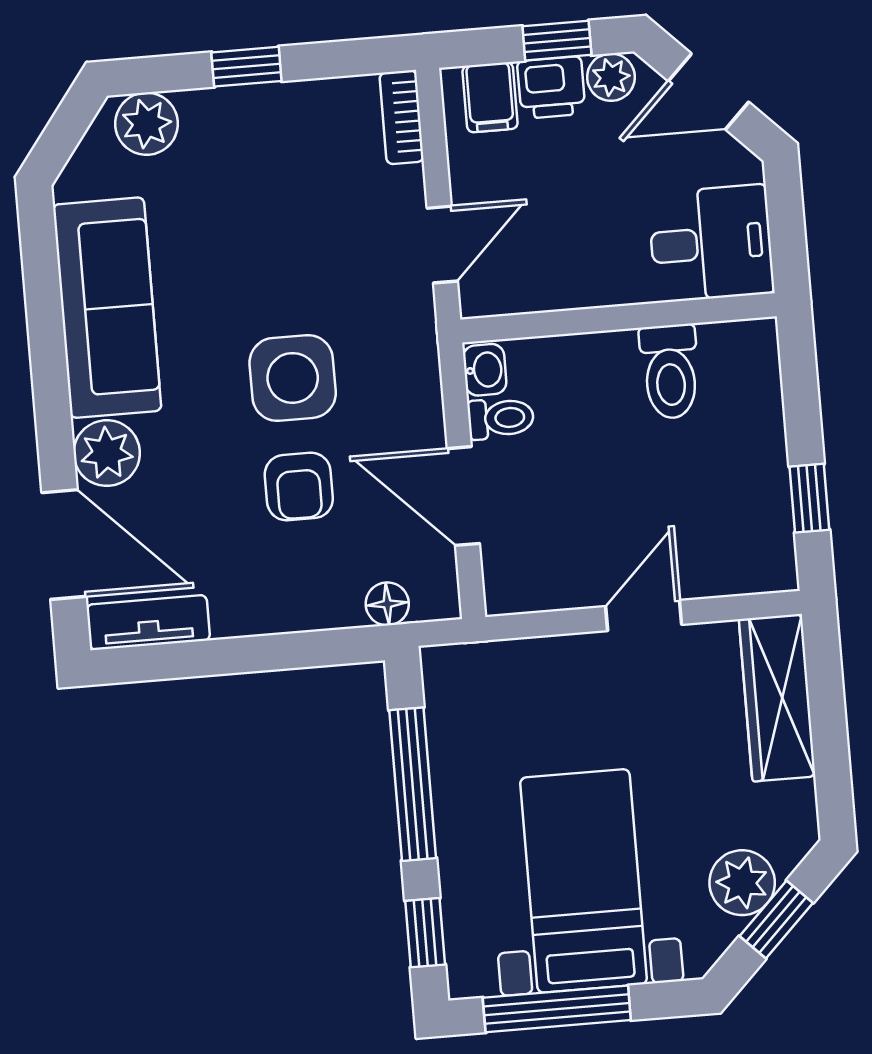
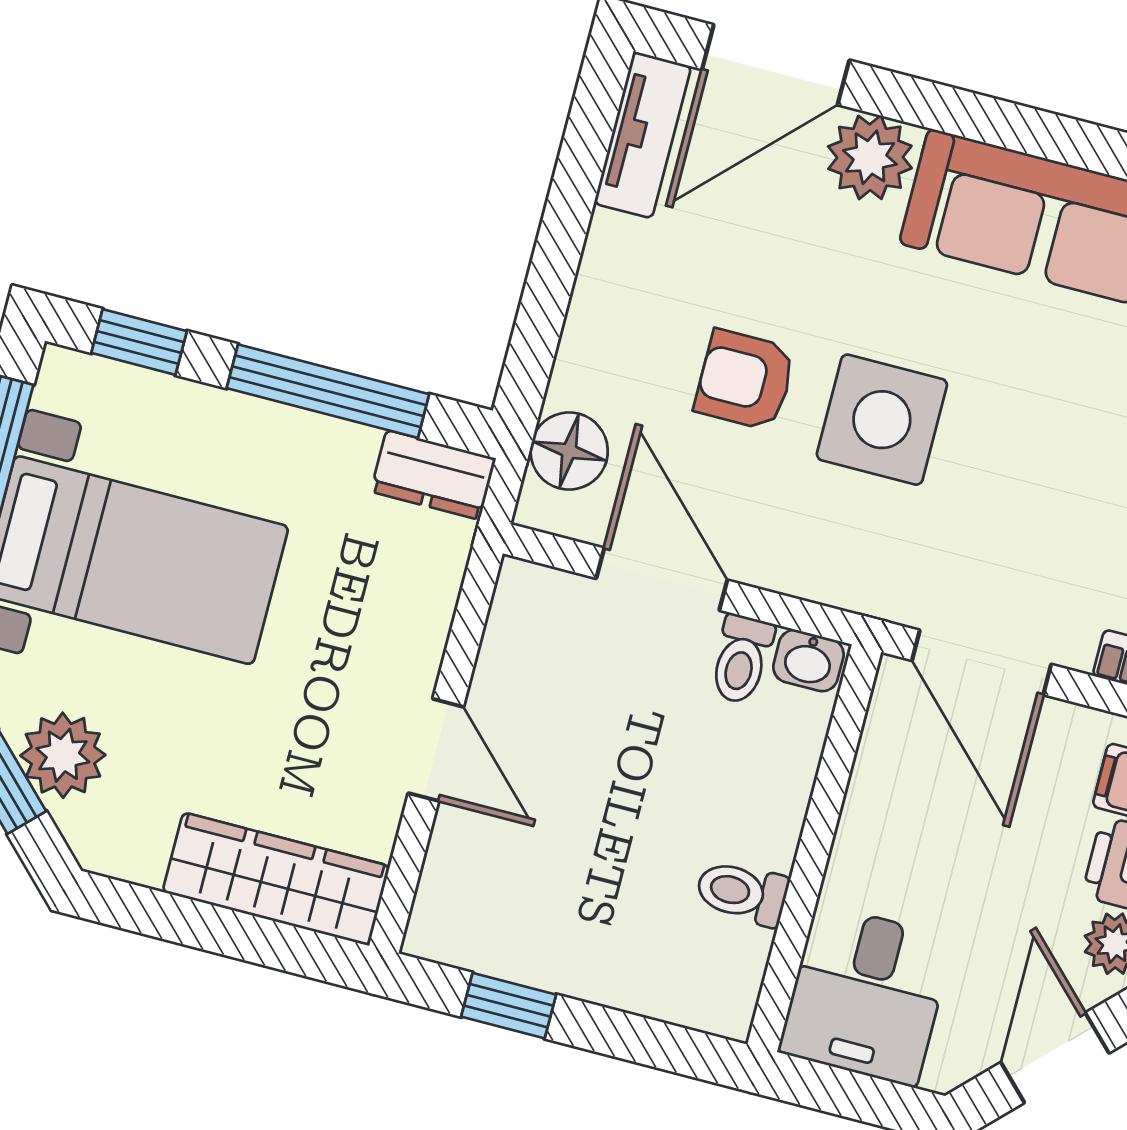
door: (442, 245) -> (981, 662), width x1.38
toilet: (670, 372) -> (742, 893), width x0.73, depth x0.72
door: (463, 496) -> (662, 579), hinge flipped
floor lamp: (387, 604) -> (569, 451), width x1.37, depth x1.37
dresser: (446, 687) -> (433, 475), added

